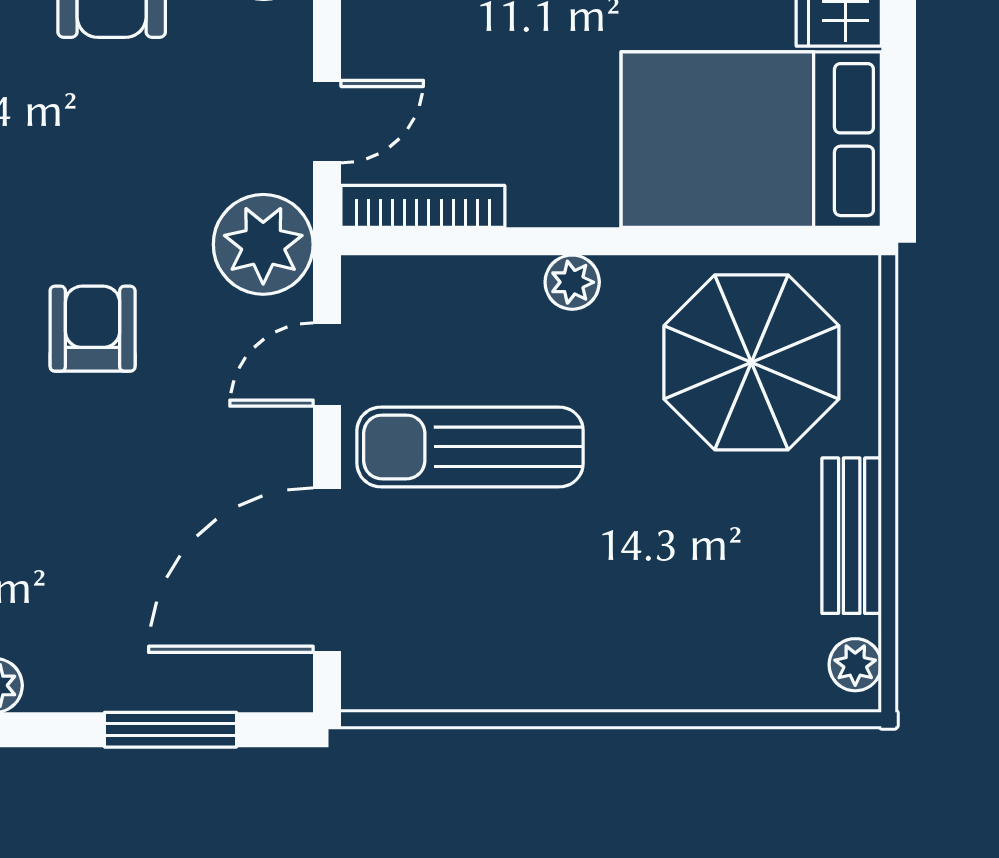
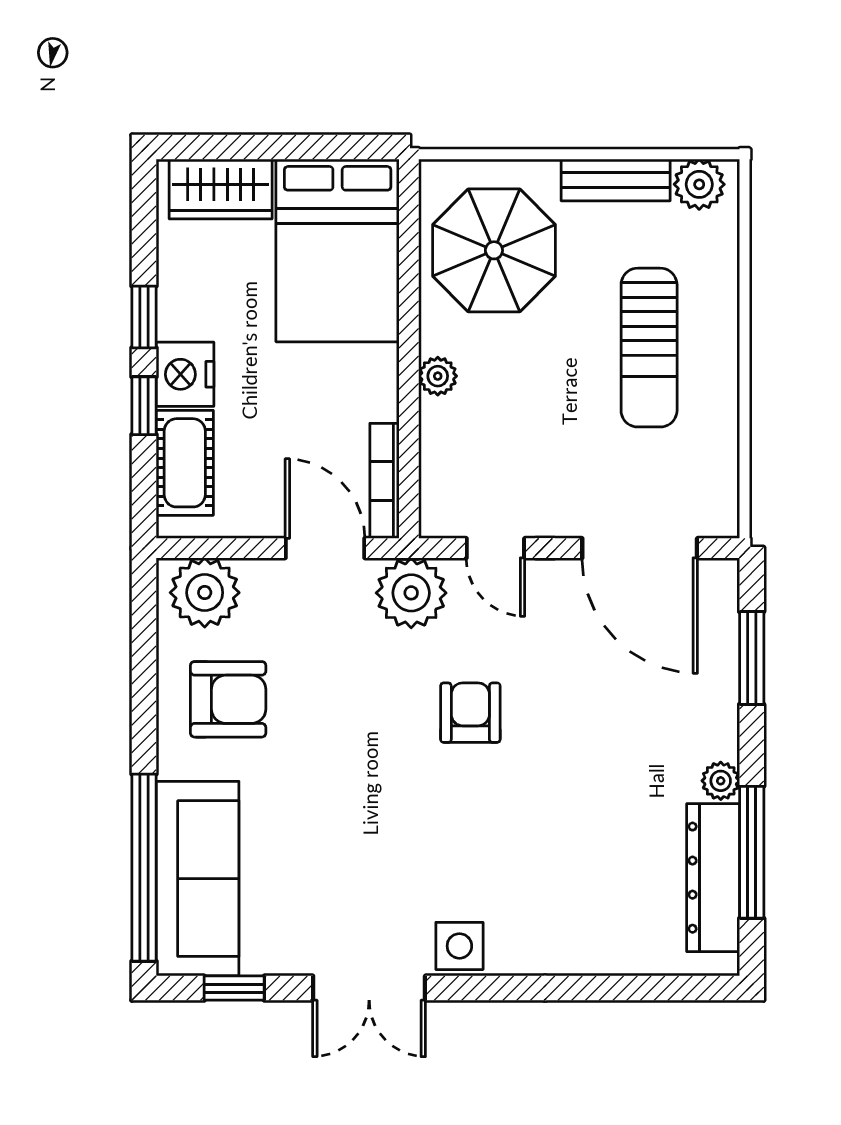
door: (327, 122) -> (325, 548), width x1.38
armchair: (93, 329) -> (470, 713), turned 90
sun lounger: (470, 447) -> (649, 348), moved
plant: (855, 665) -> (699, 184), width x1.38, depth x1.38

